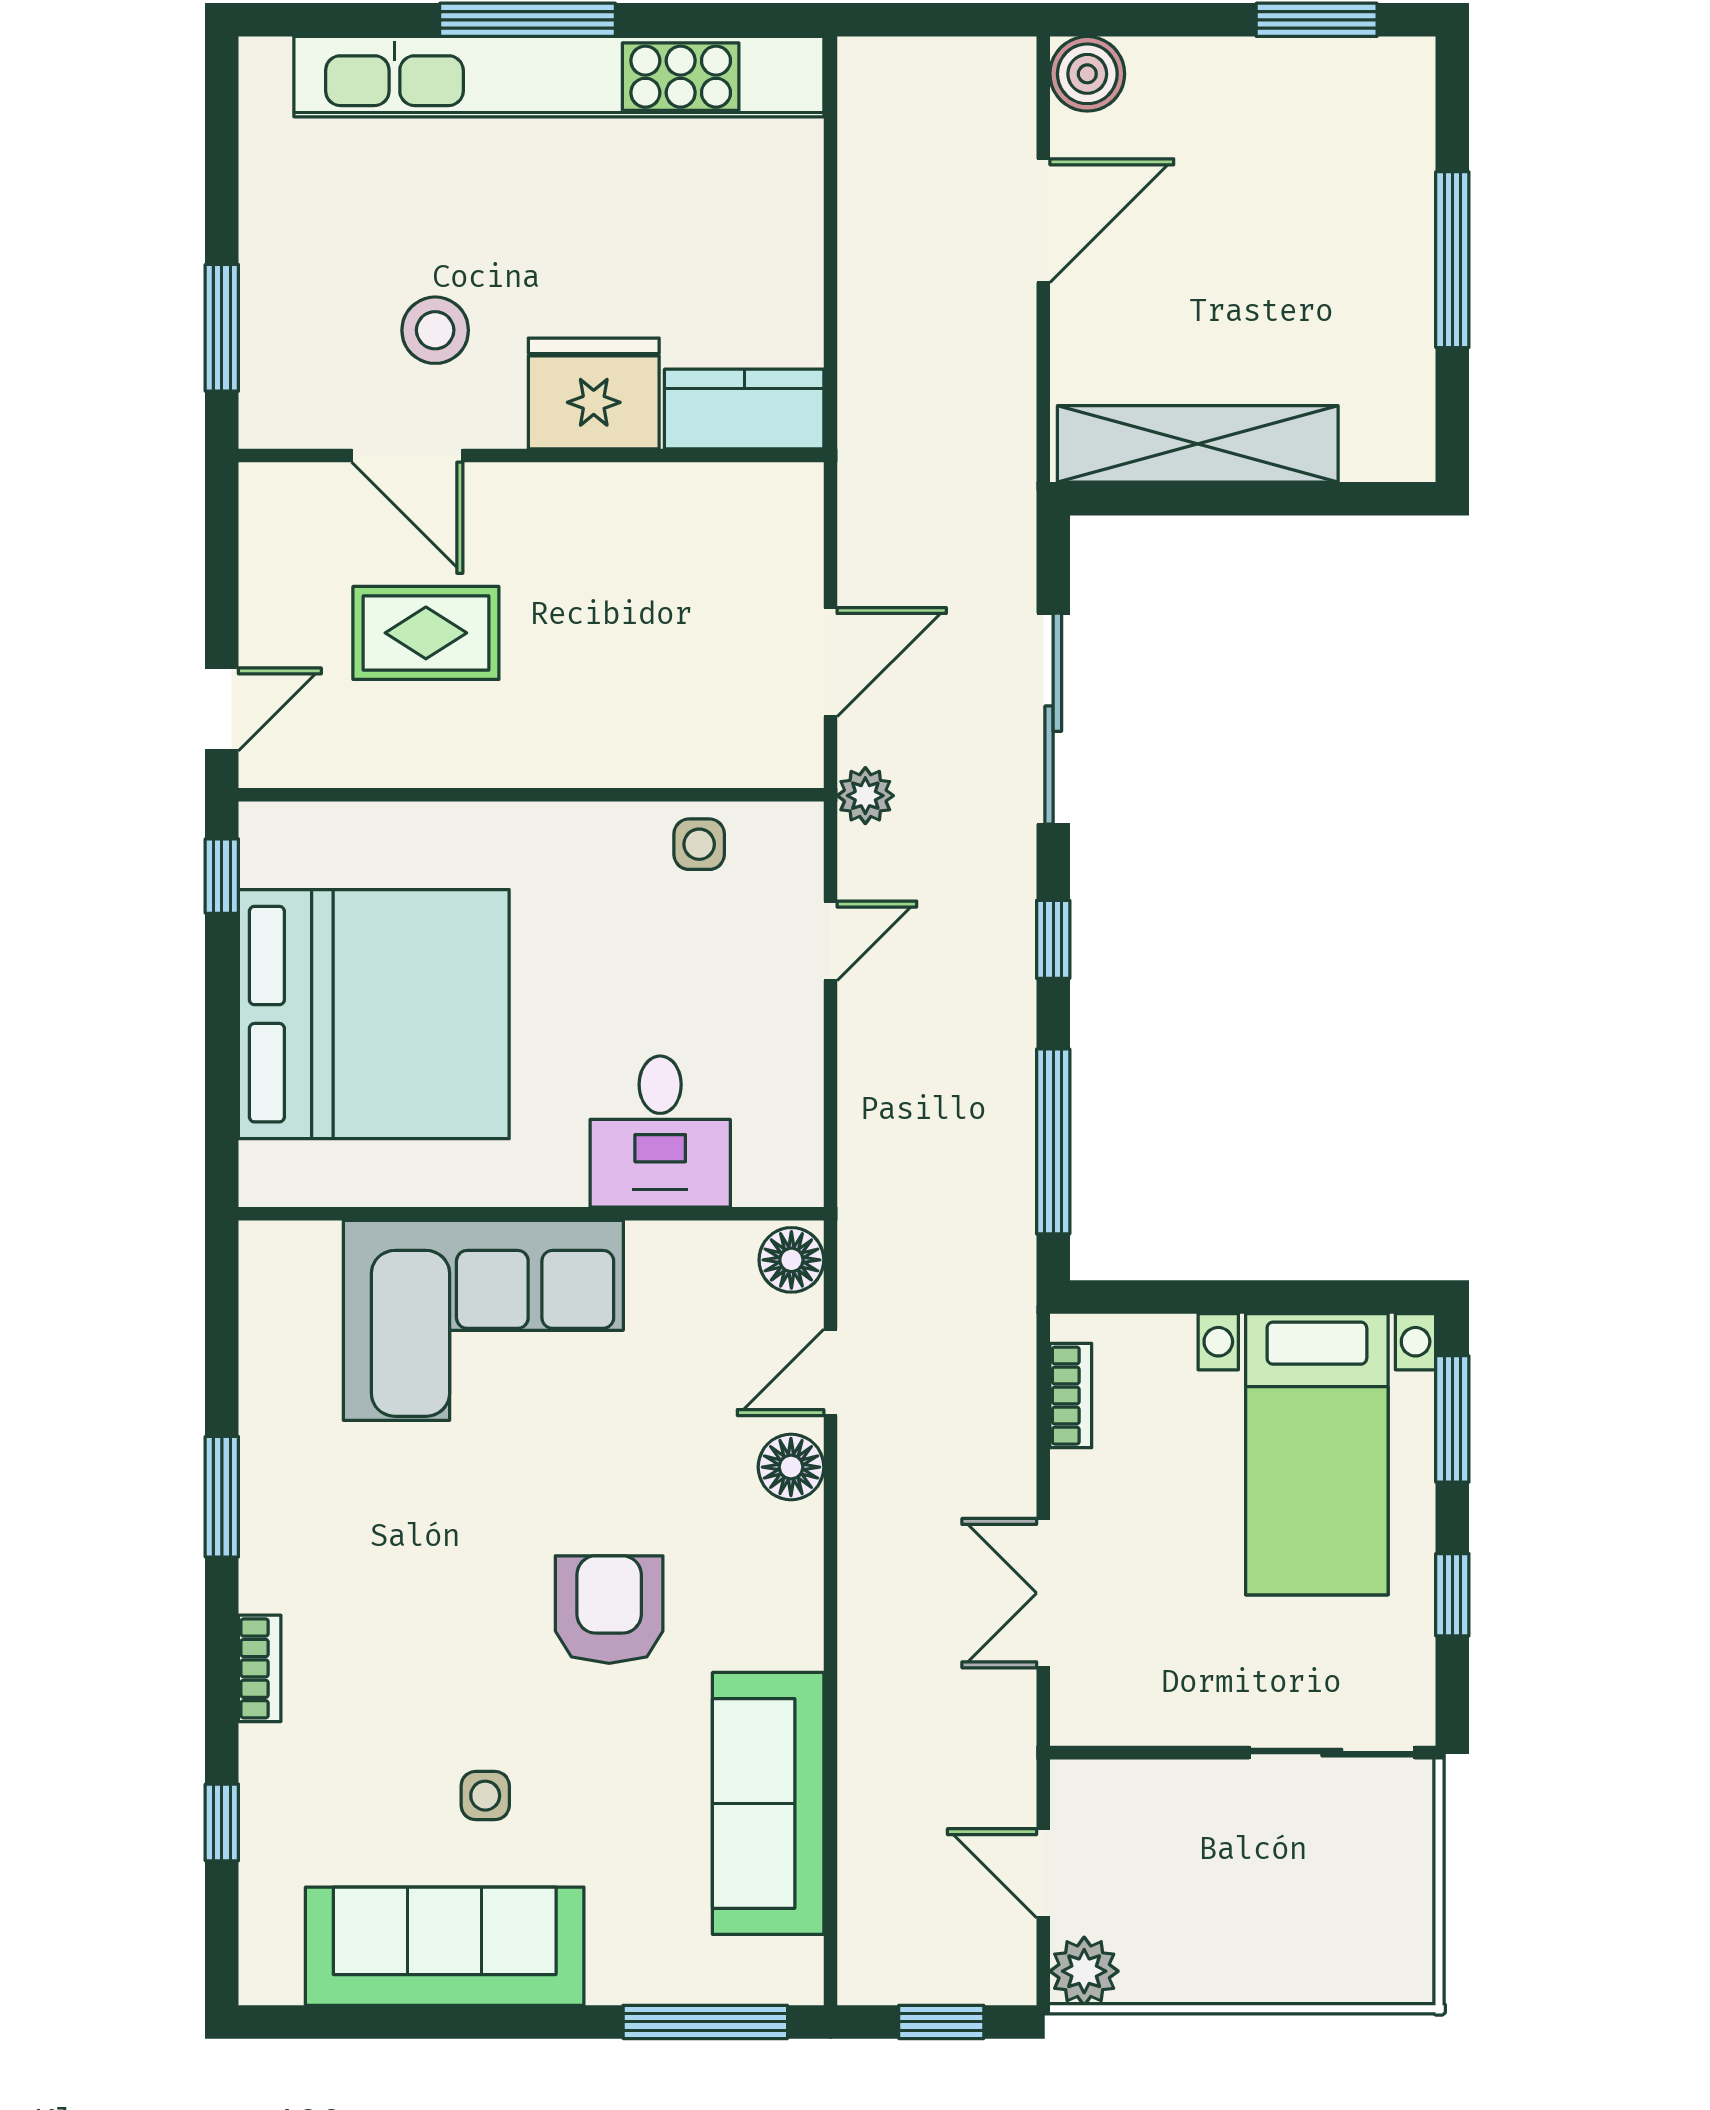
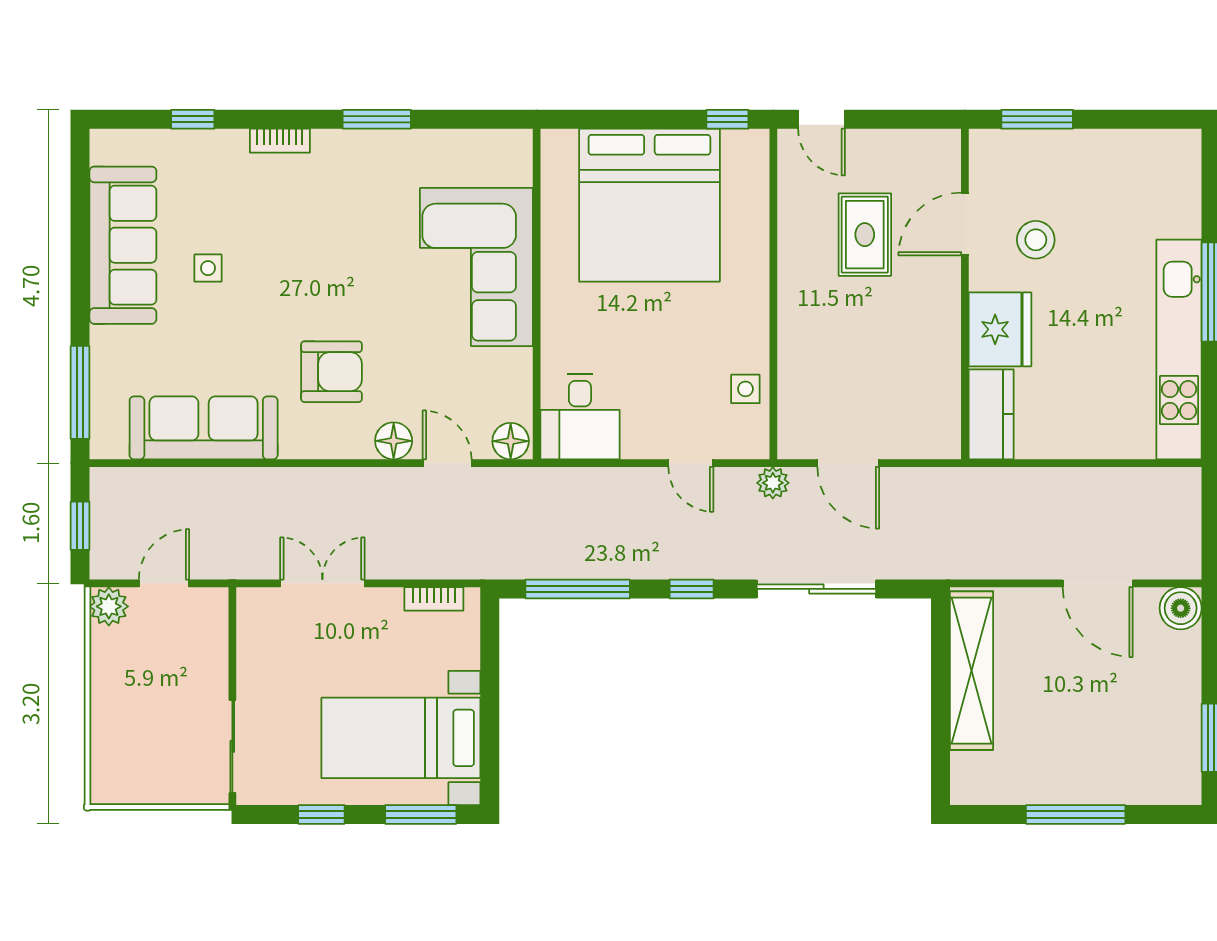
kitchen unit: (559, 77) -> (1179, 350), width x0.73
desk: (660, 1132) -> (580, 417), moved, turned -90
armchair: (609, 1610) -> (331, 372), moved

